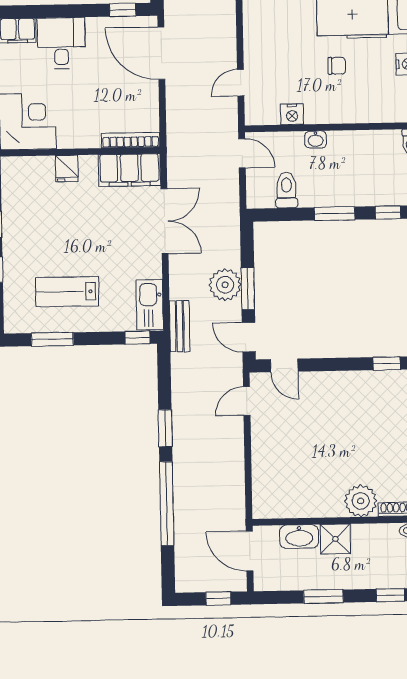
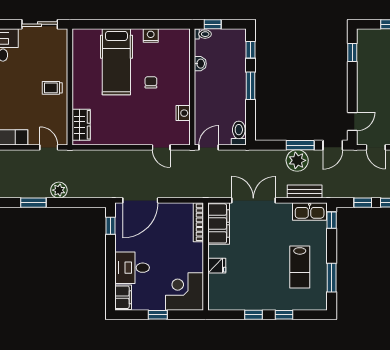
washbasin: (316, 139) -> (200, 64), moved
toilet: (287, 190) -> (239, 133), moved, turned 90
bench: (180, 326) -> (305, 192), moved
window: (164, 383) -> (363, 203), added

